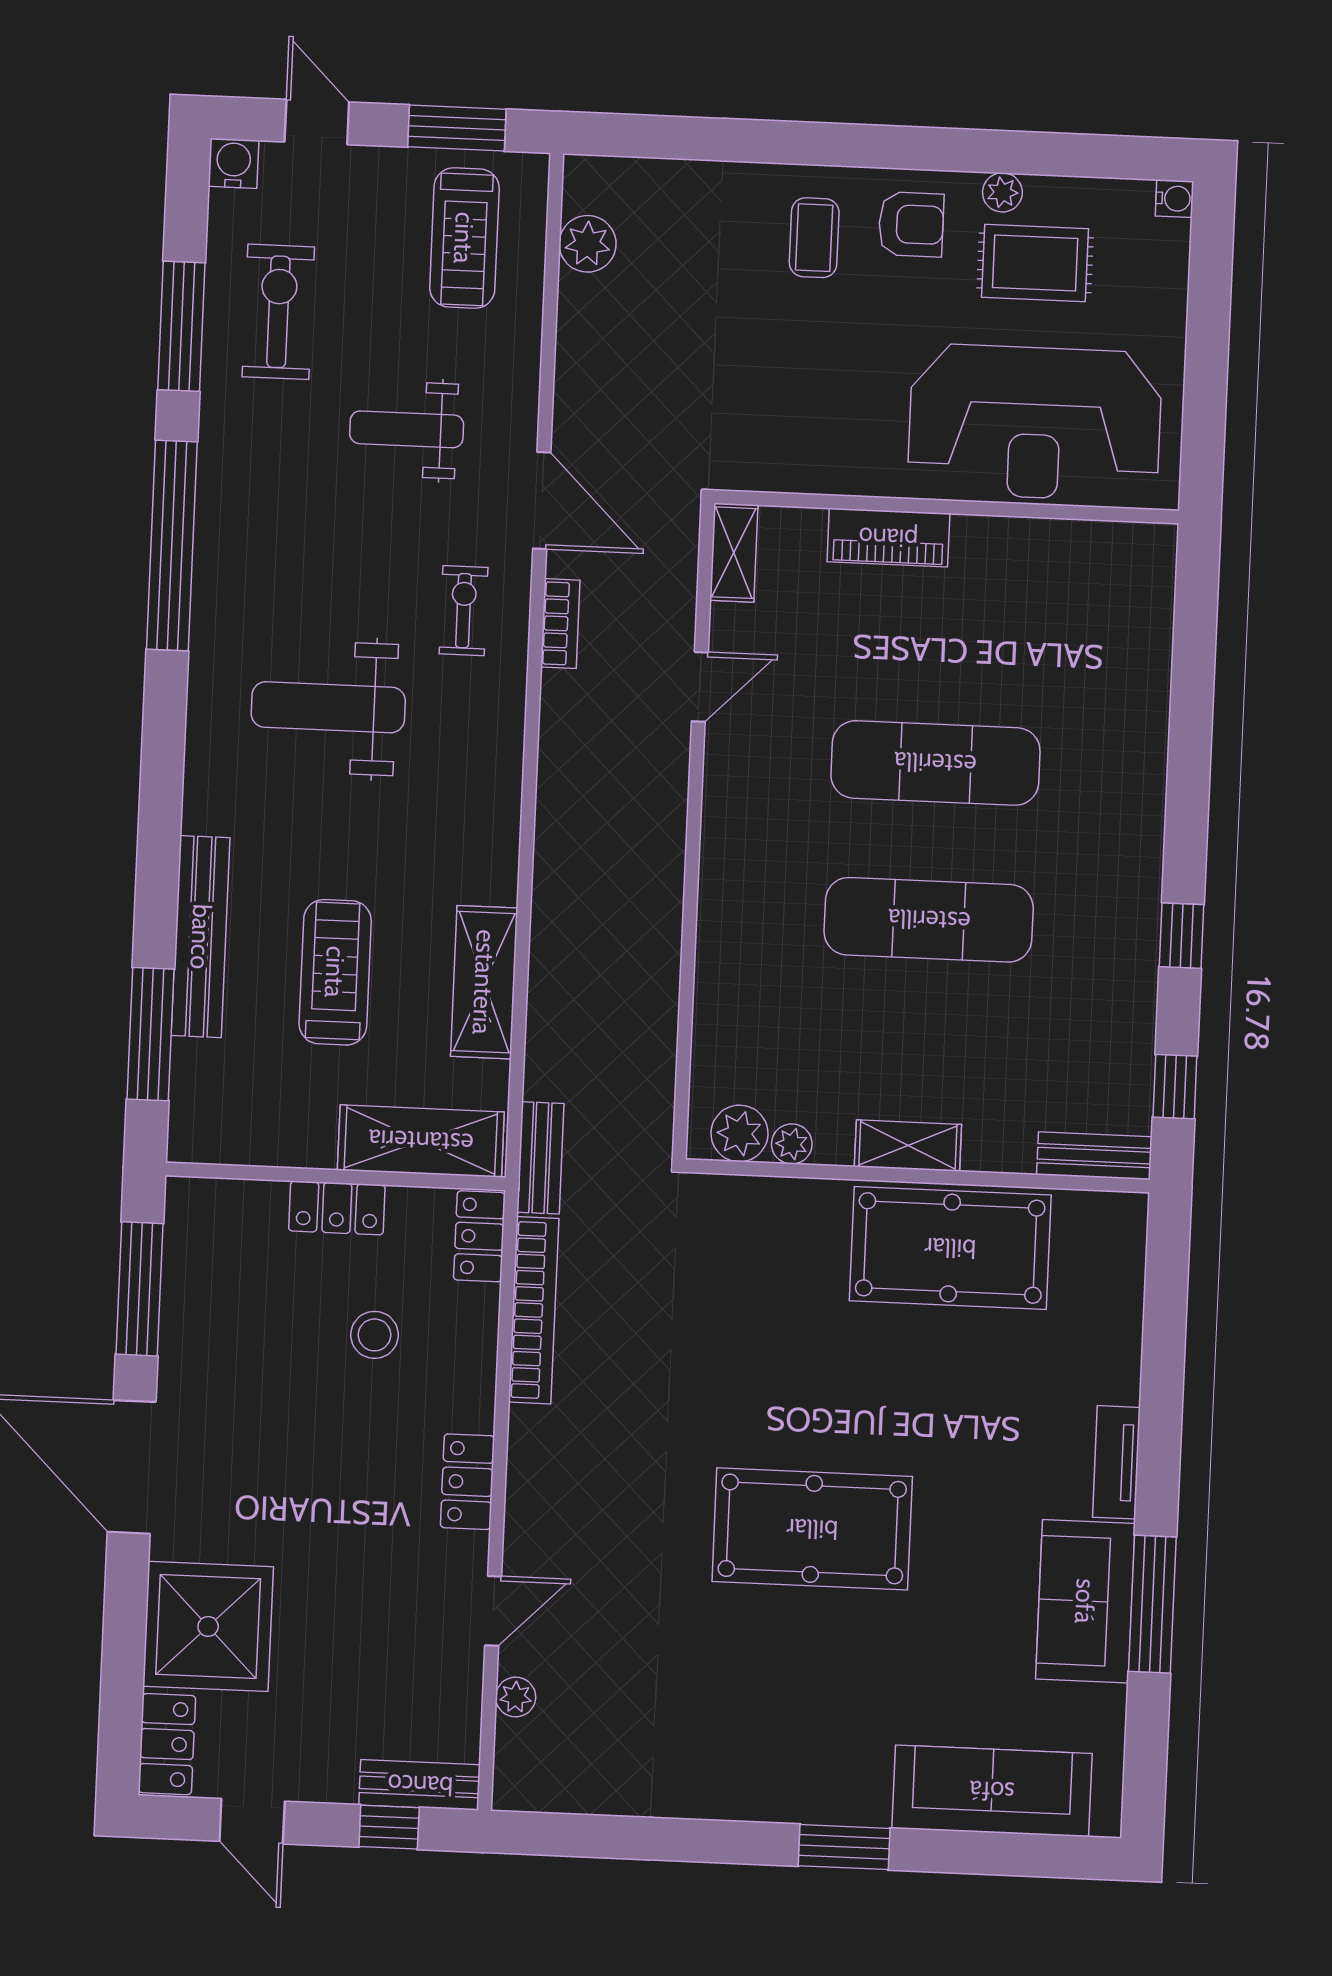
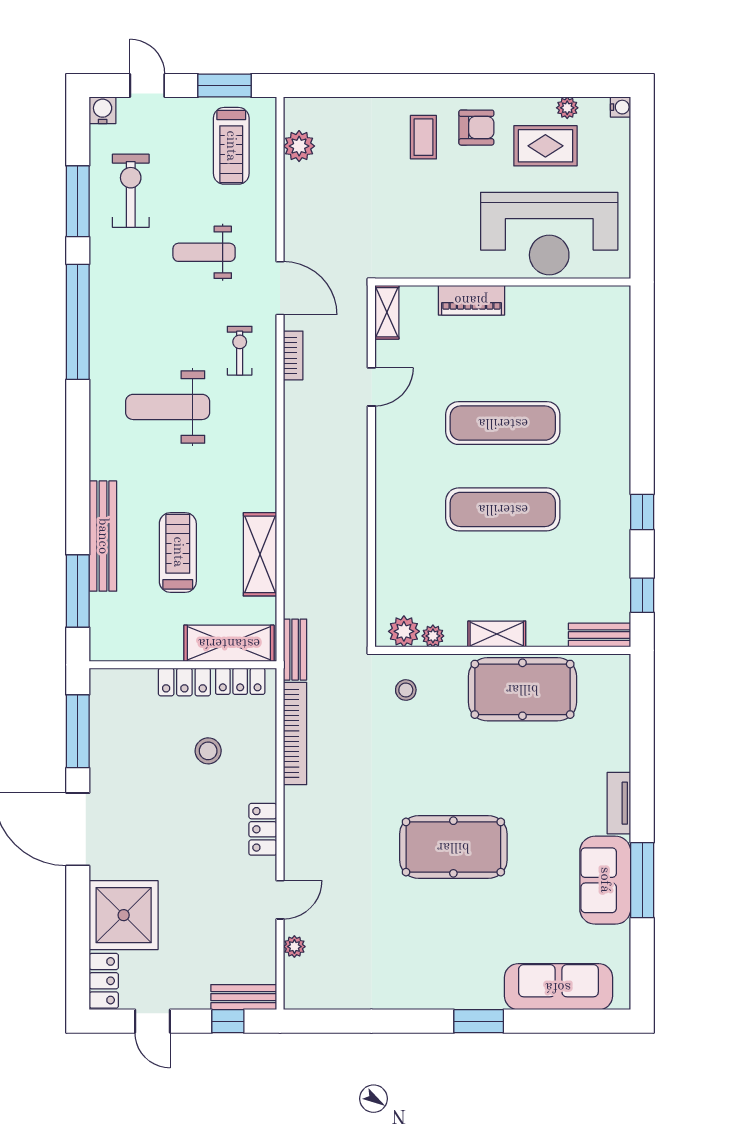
plant: (1002, 192) -> (567, 108), moved
locker: (479, 1236) -> (240, 681), moved, turned -90
stool: (738, 1240) -> (406, 690), added

